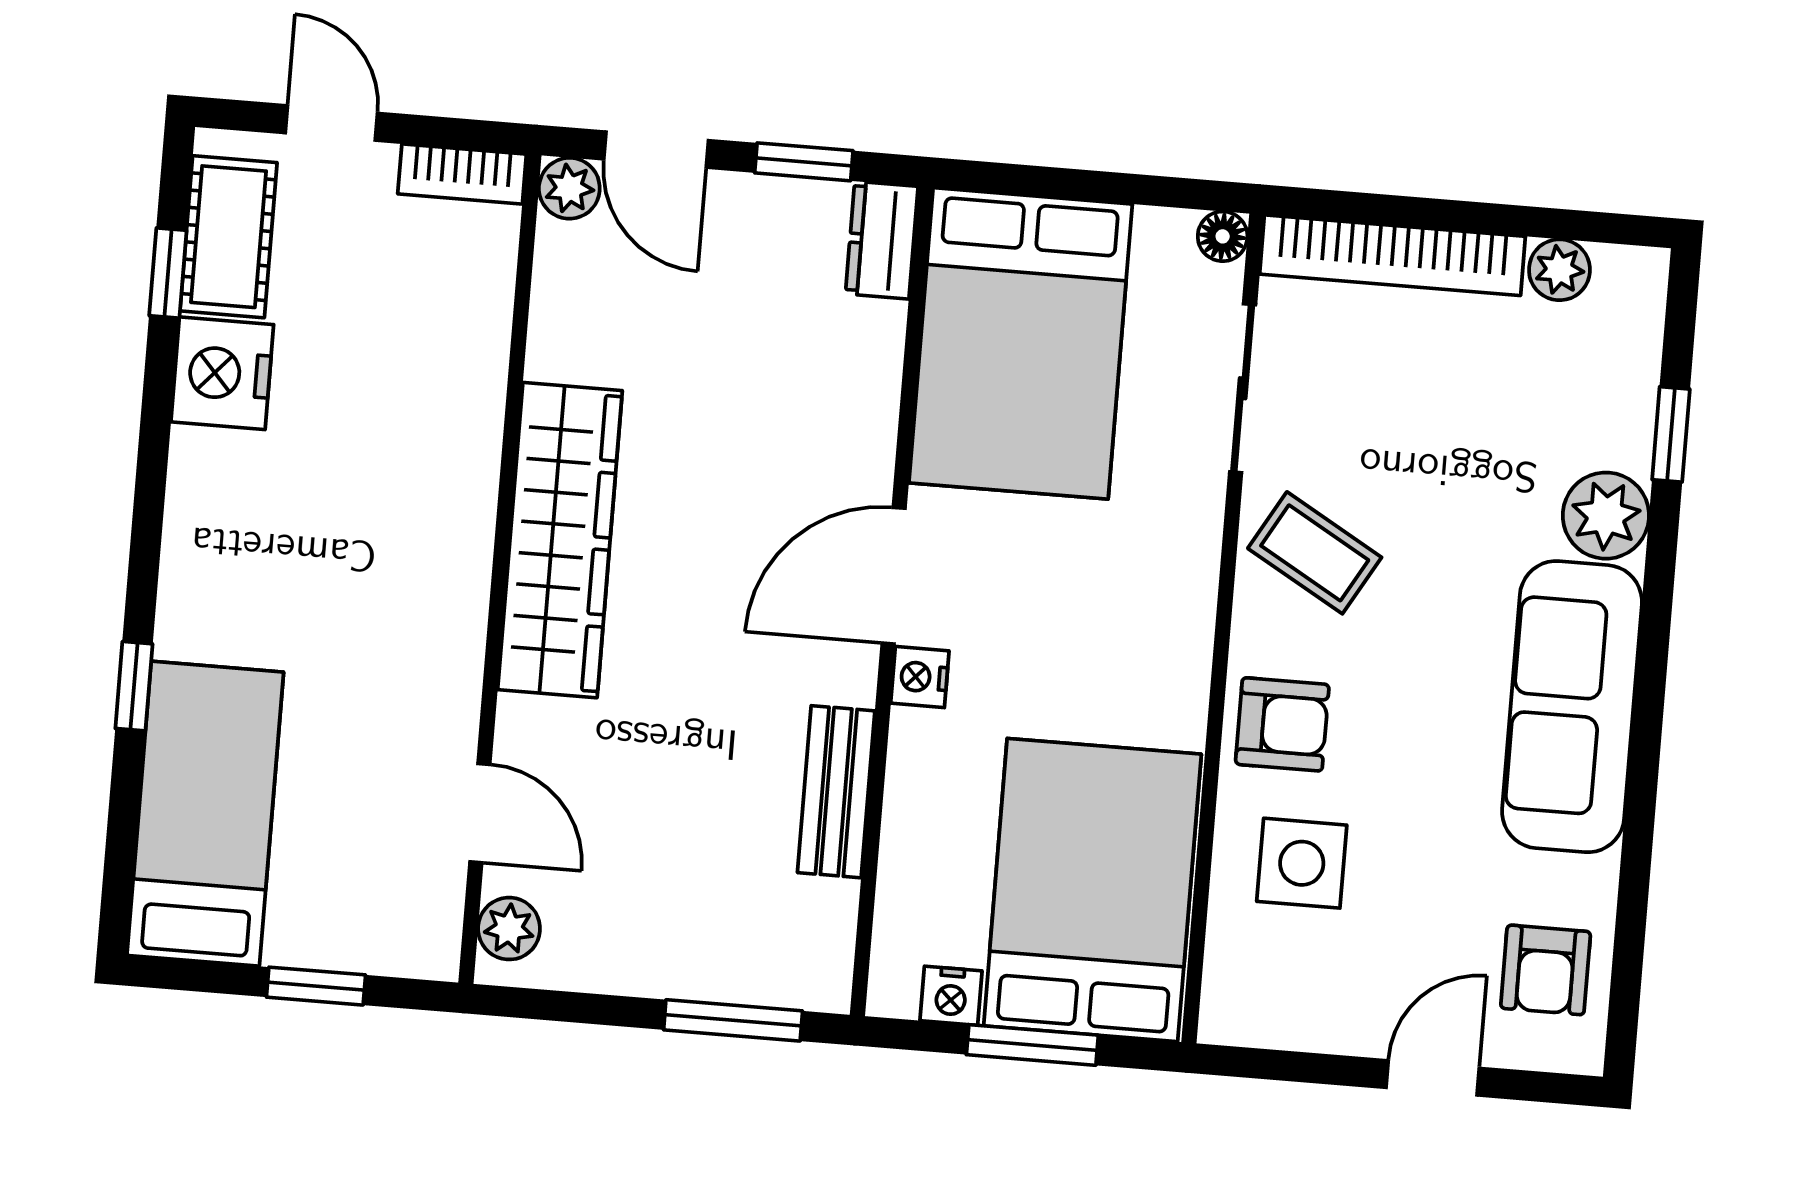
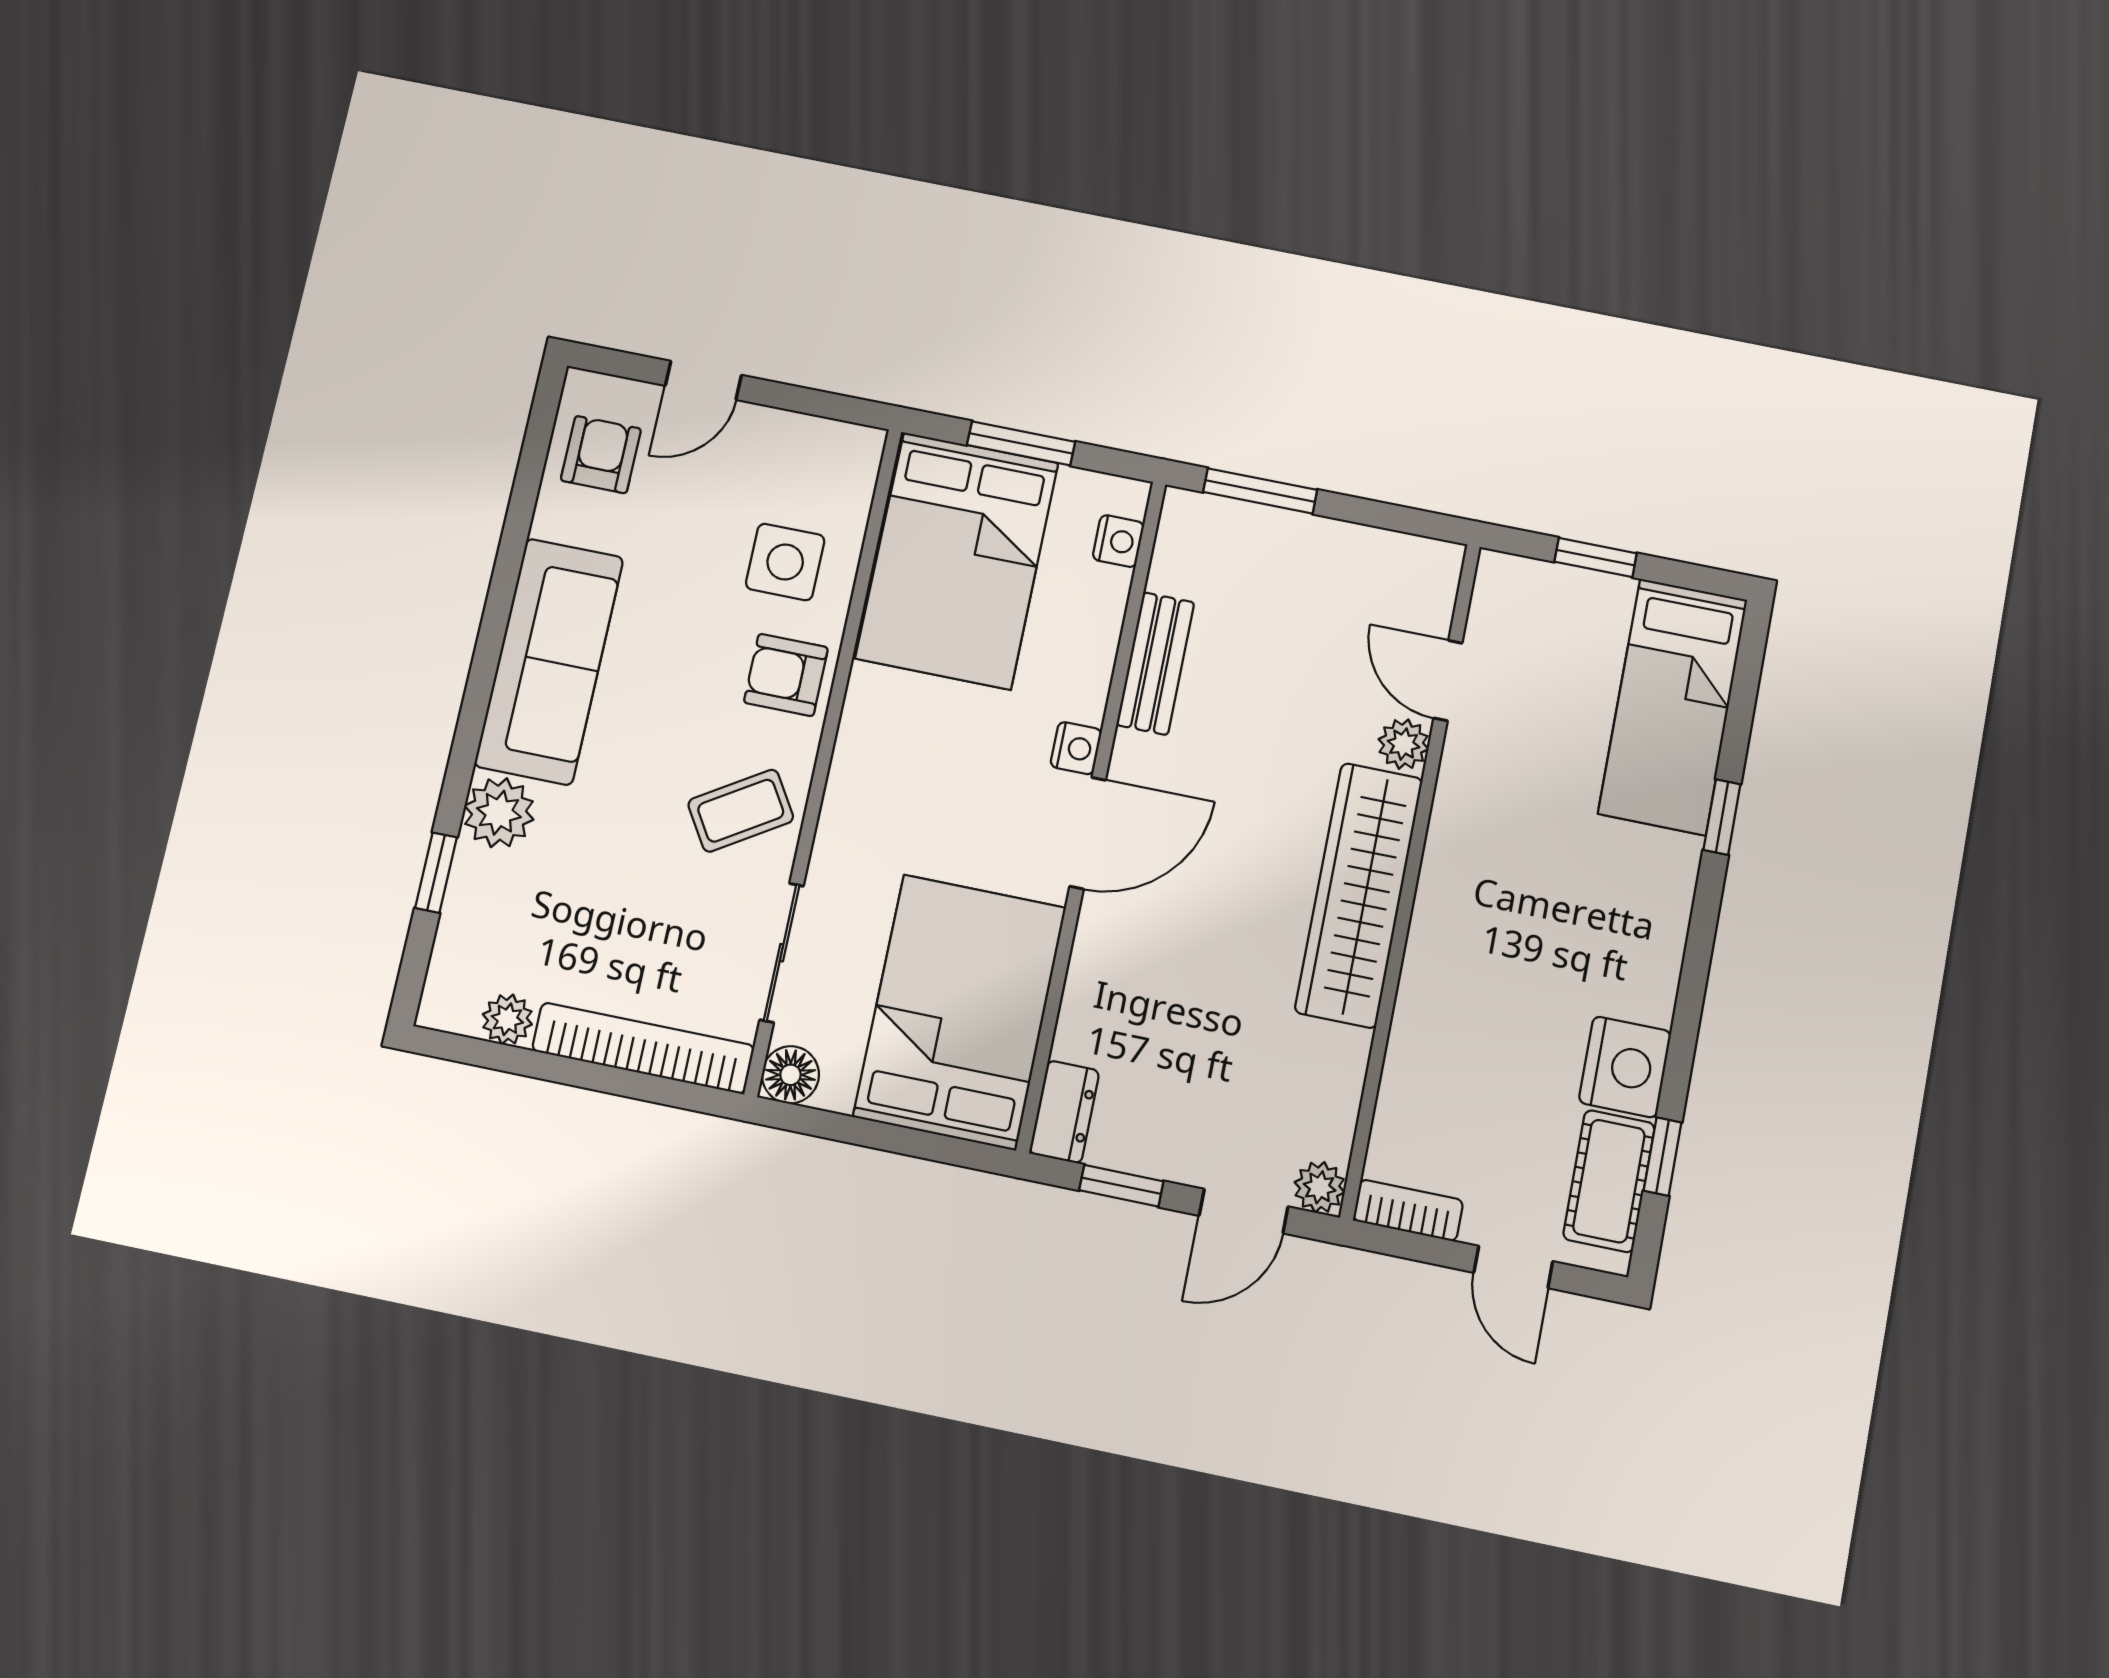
door: (656, 150) -> (1244, 1211), swing flipped
floor lamp: (1223, 236) -> (790, 1075), width x1.37, depth x1.37
coffee table: (1315, 553) -> (741, 811), turned -62
plant: (509, 929) -> (1404, 744), moved
nightstand: (951, 996) -> (1118, 541), moved, turned 90

